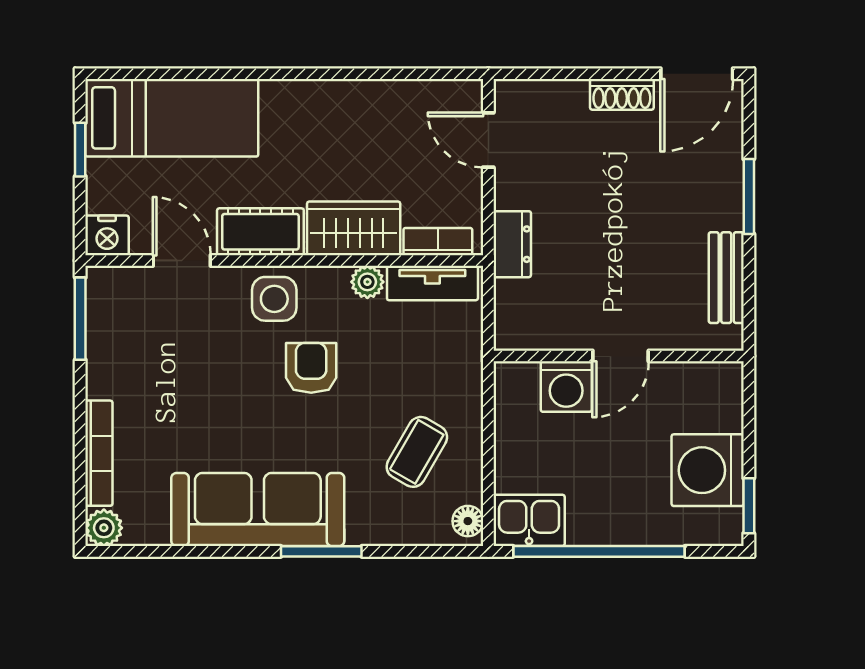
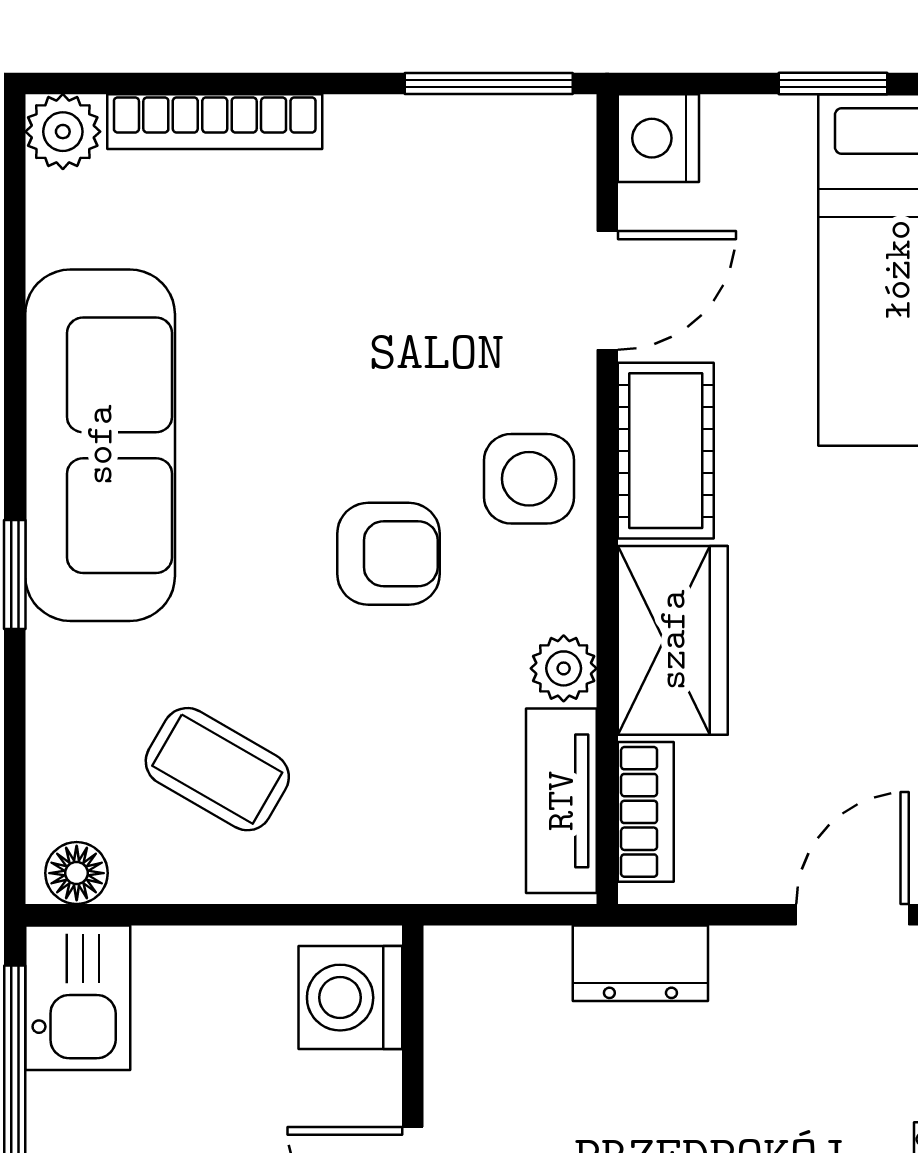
washing machine: (566, 387) -> (350, 998), moved
window: (321, 551) -> (15, 574), width x0.67

